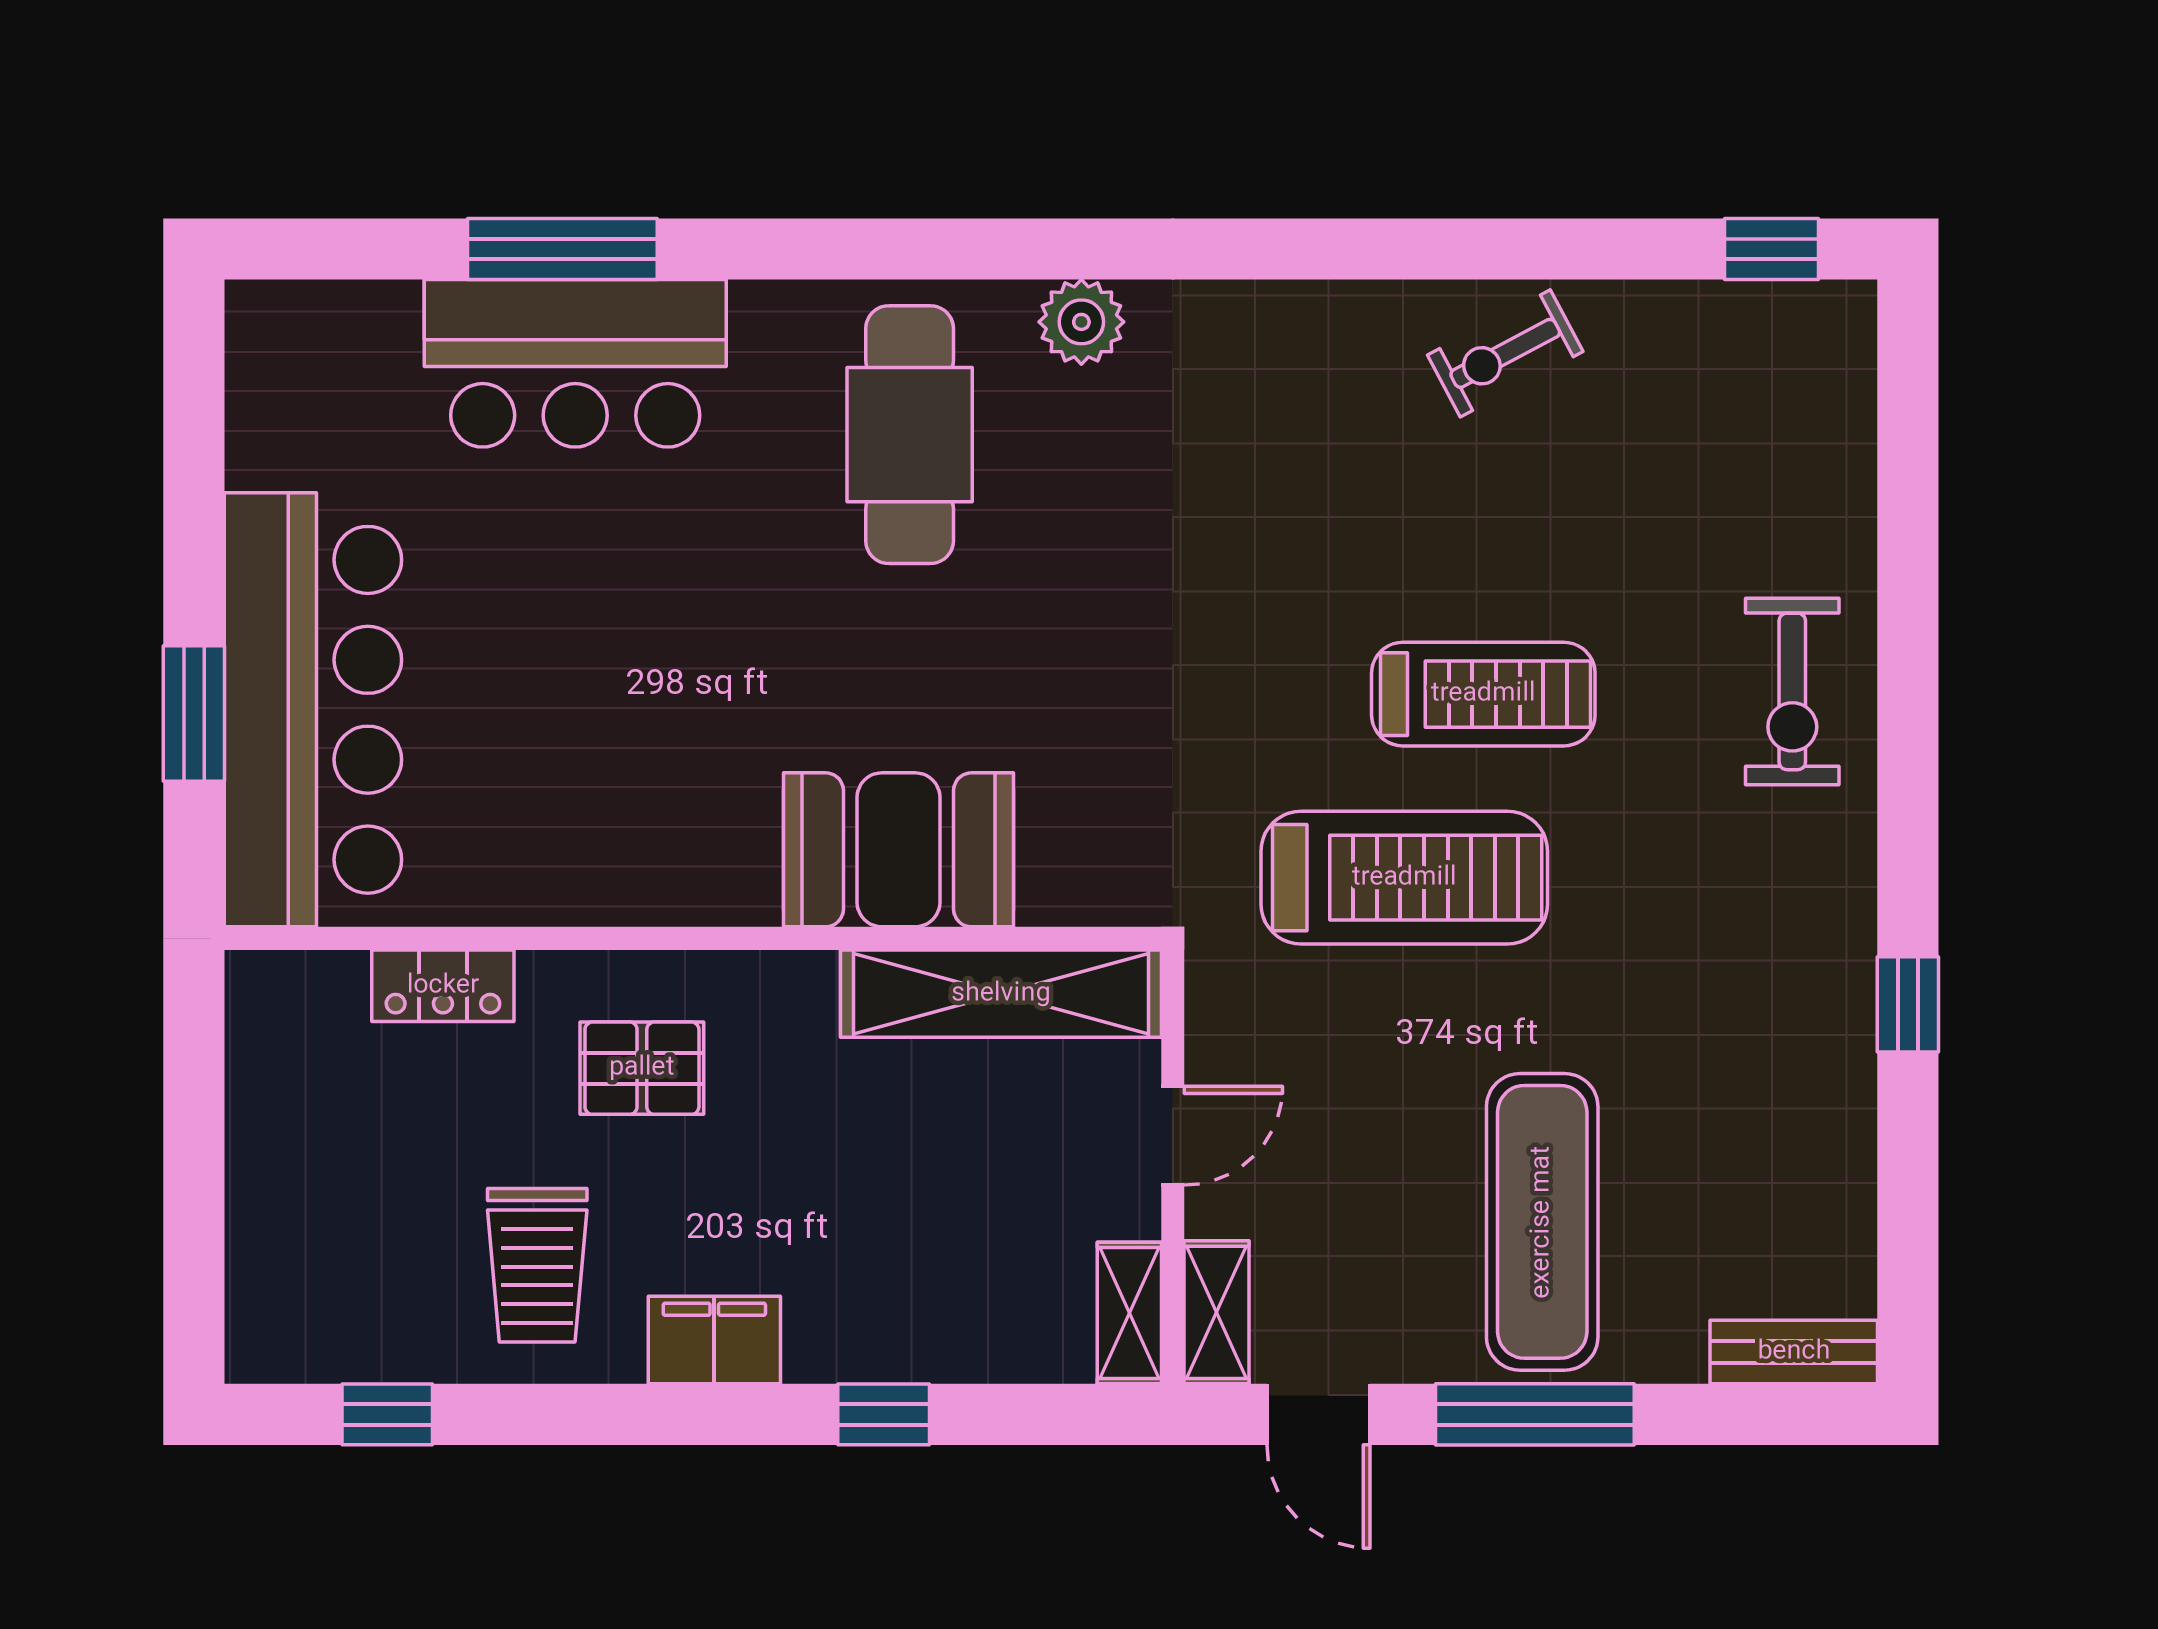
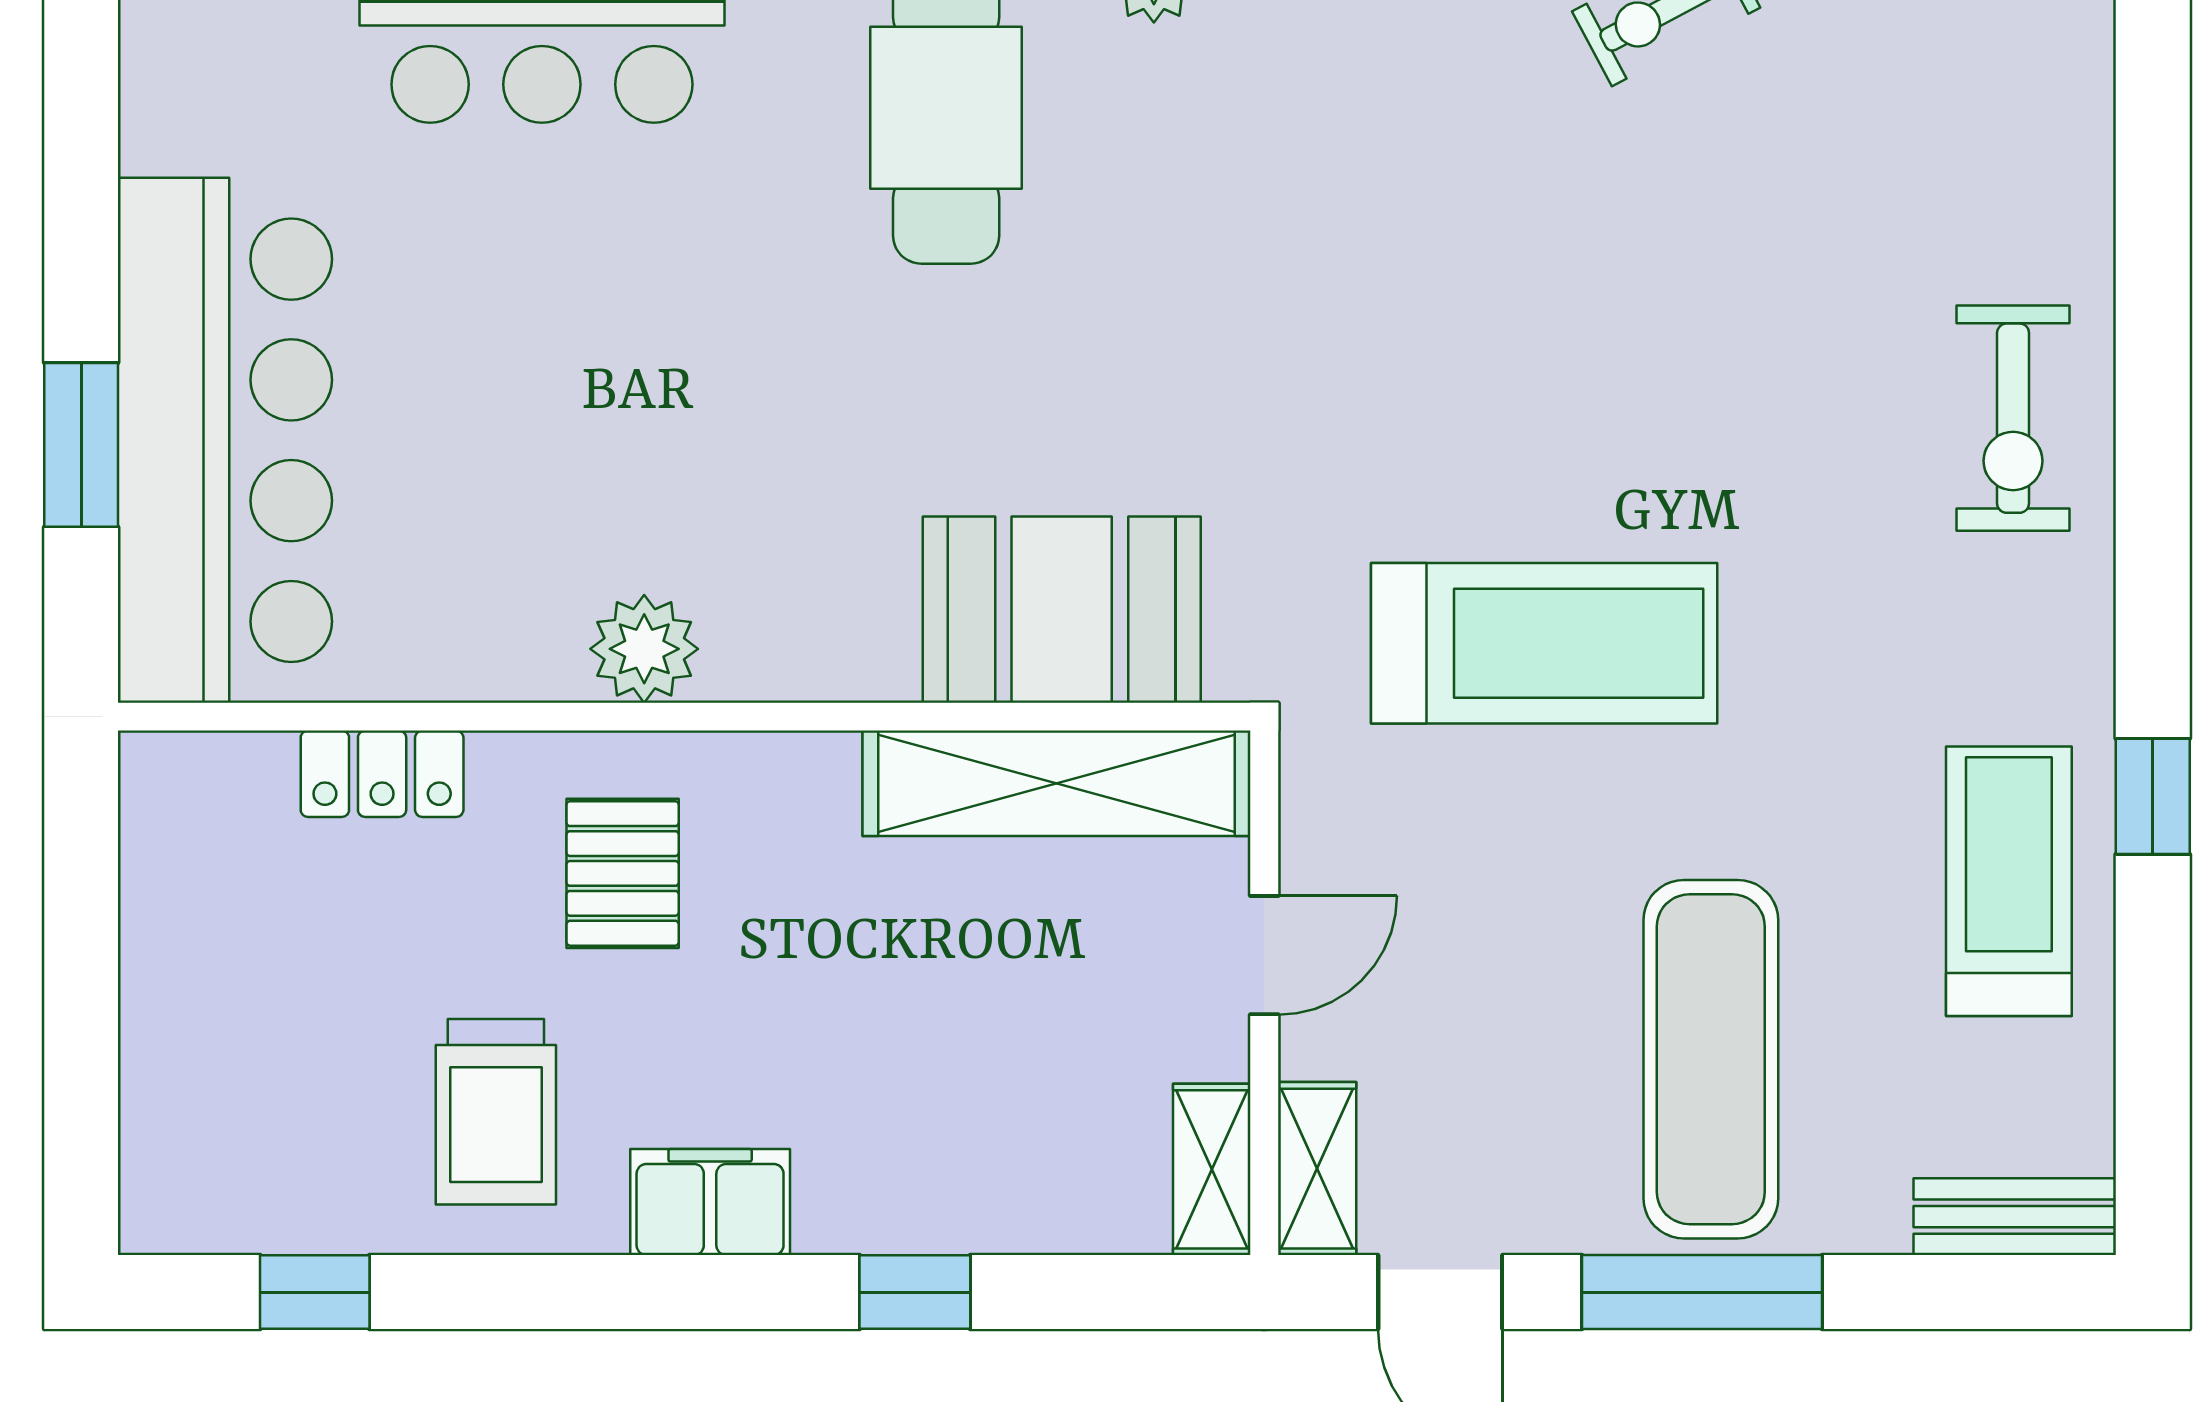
treadmill: (1483, 694) -> (2009, 881), moved, turned -90
booth: (899, 850) -> (1062, 610), moved
plant: (660, 882) -> (644, 649), added
pallet: (642, 1068) -> (623, 873), turned 90

